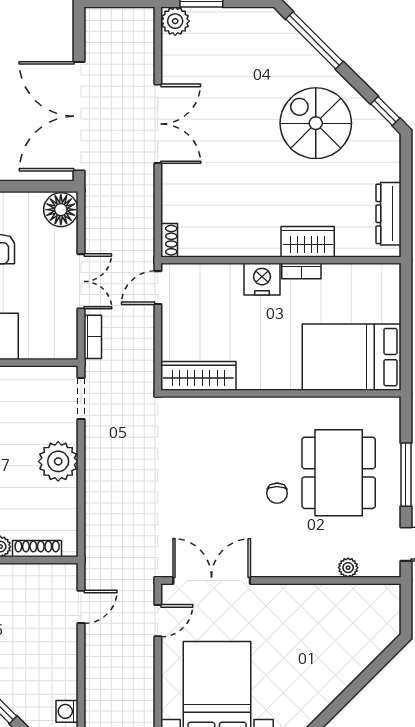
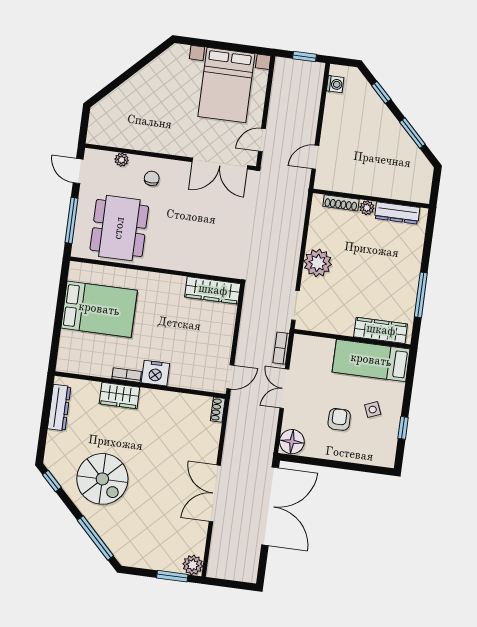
wardrobe: (198, 376) -> (213, 290), moved
wall: (281, 393) -> (155, 270), moved
chair: (277, 493) -> (152, 178), moved

